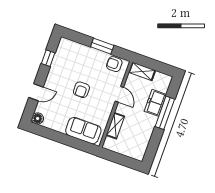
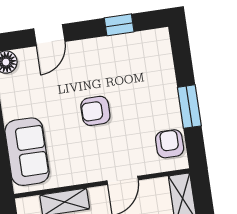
door: (36, 92) -> (49, 35), hinge flipped

